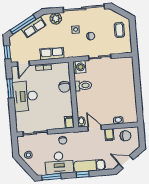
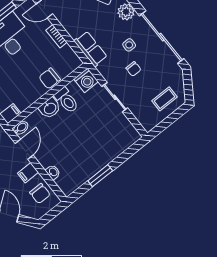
row of seats: (52, 54) -> (91, 49), moved
window: (138, 95) -> (100, 176), added
washbasin: (81, 98) -> (50, 108), added

